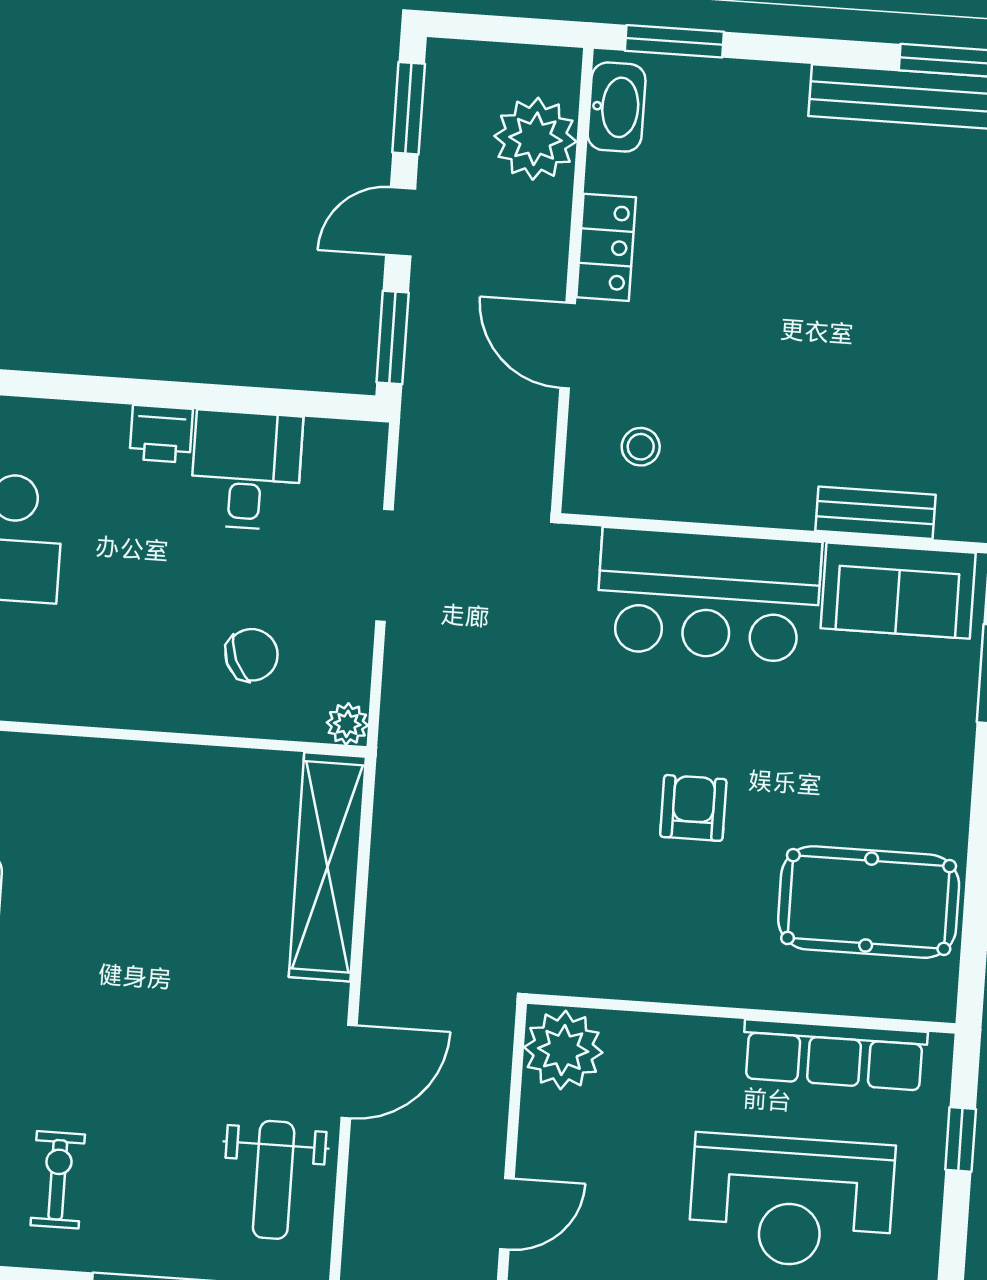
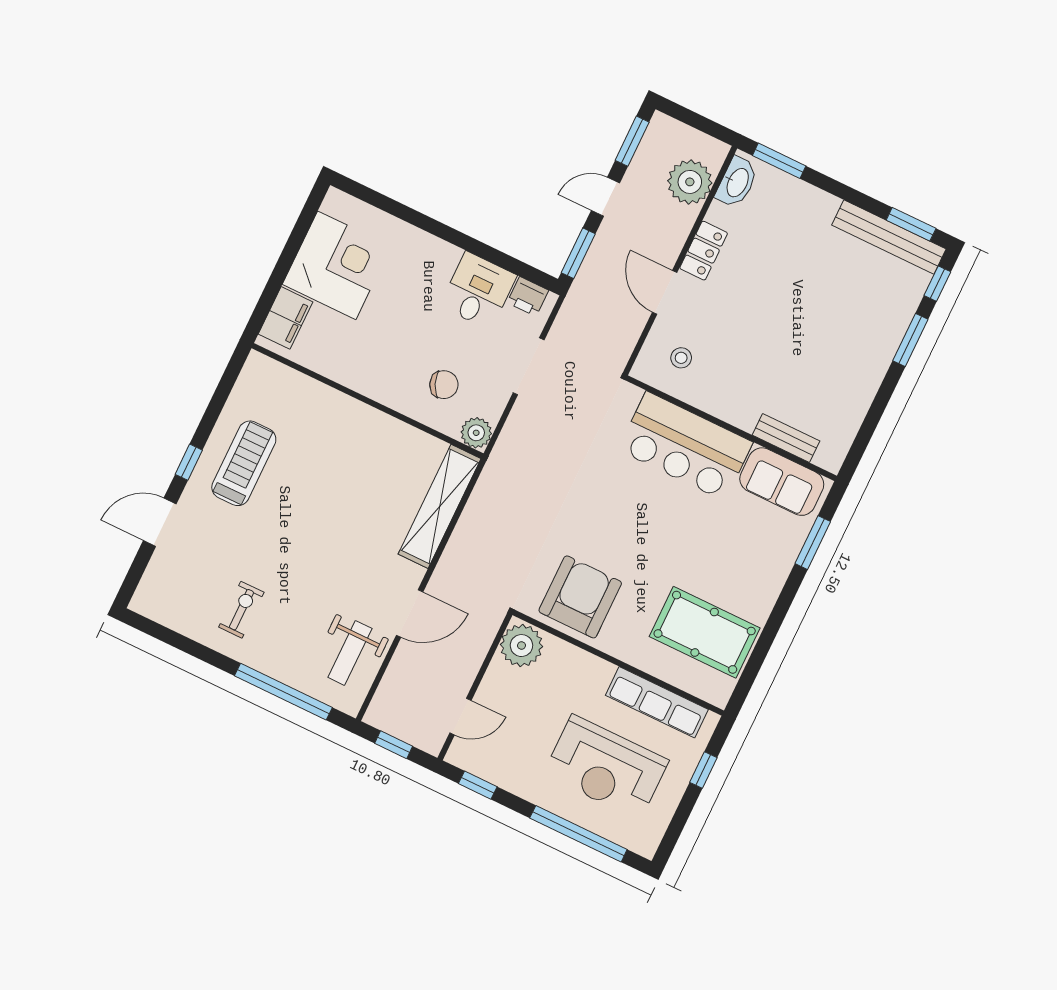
printer: (161, 434) -> (528, 296), moved
plant: (347, 724) -> (476, 433), width x1.38, depth x1.38
armchair: (693, 808) -> (580, 597), moved, width x1.88, depth x1.88

